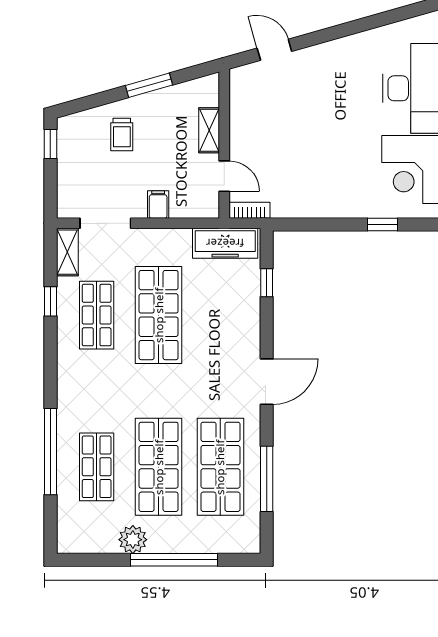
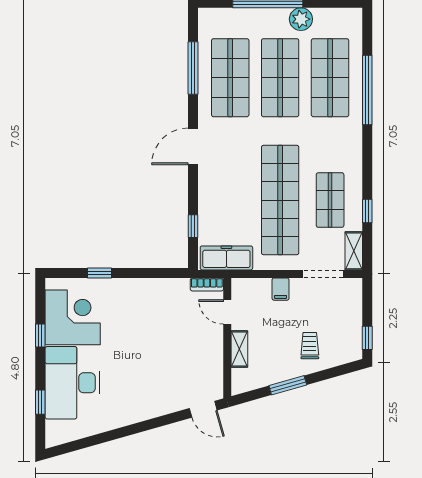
door: (274, 50) -> (203, 409), moved
shop shelf: (159, 315) -> (280, 200), width x1.40
shop shelf: (97, 467) -> (330, 78), width x1.43, depth x1.36

